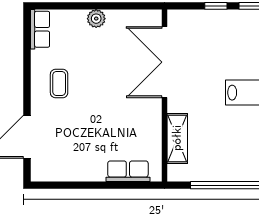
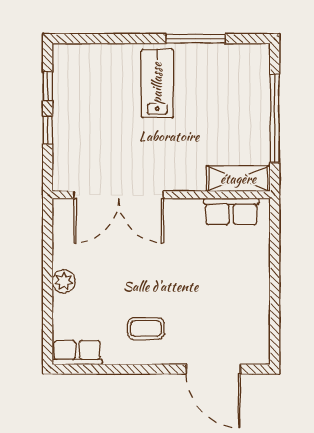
shelving: (177, 138) -> (238, 179), moved
row of seats: (128, 171) -> (231, 211), moved, turned -90

